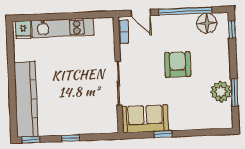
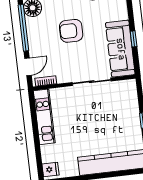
kitchen unit: (63, 28) -> (44, 117), moved
sofa: (145, 119) -> (120, 49), width x1.36

